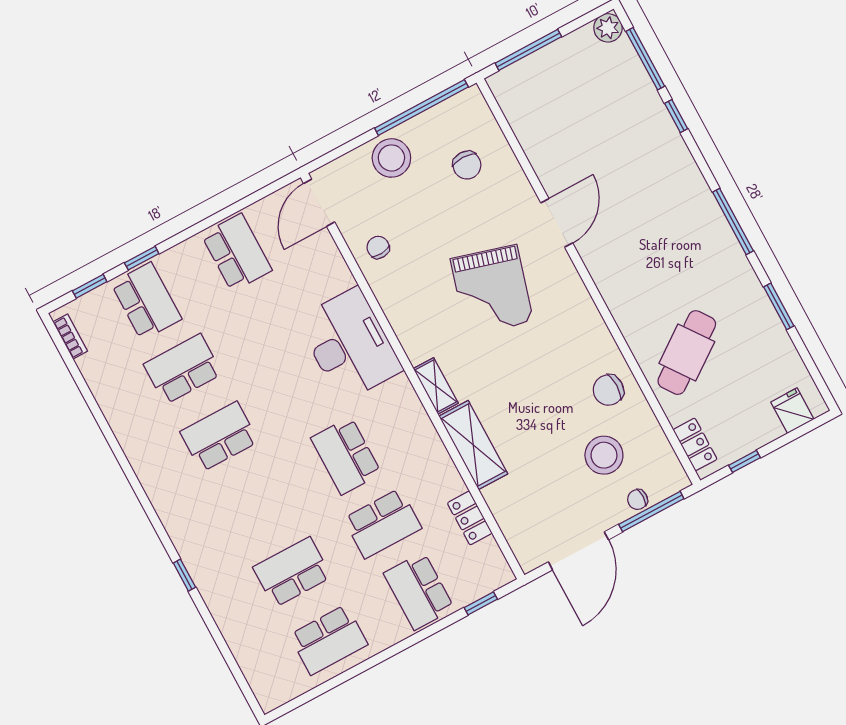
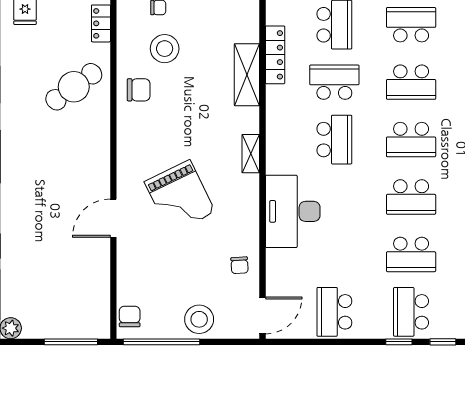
chair: (467, 165) -> (130, 317), moved
grand piano: (492, 290) -> (180, 197), turned 138
shelving: (473, 445) -> (247, 75), moved
school desk: (256, 504) -> (411, 140), added
locker: (470, 518) -> (275, 55), width x1.53

